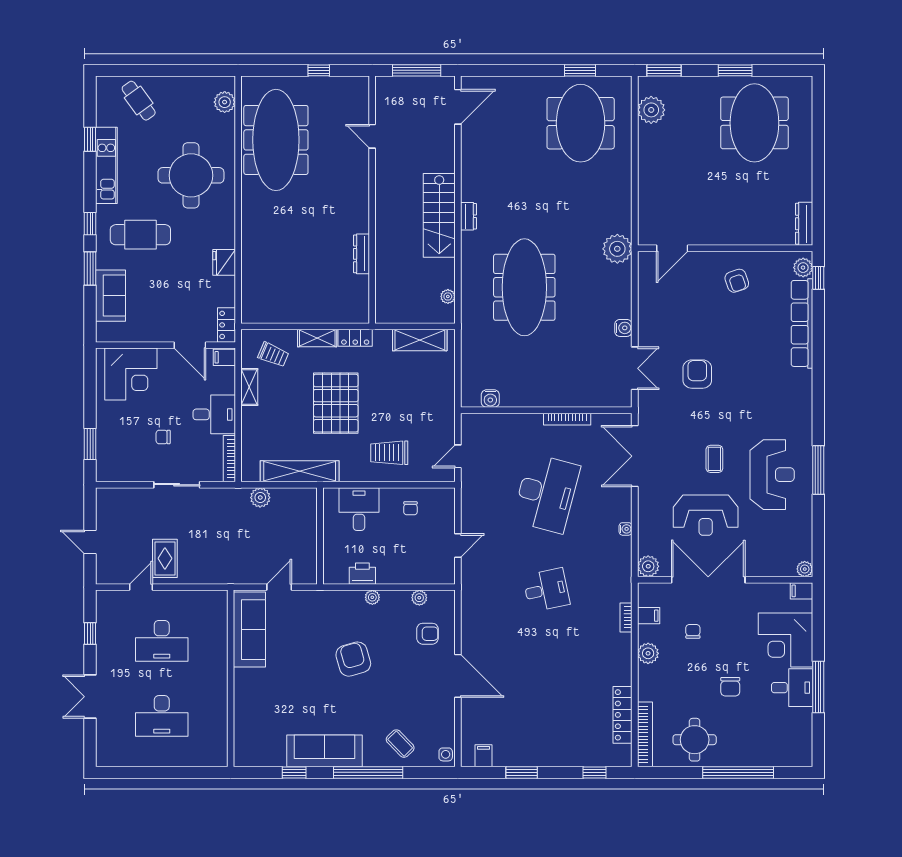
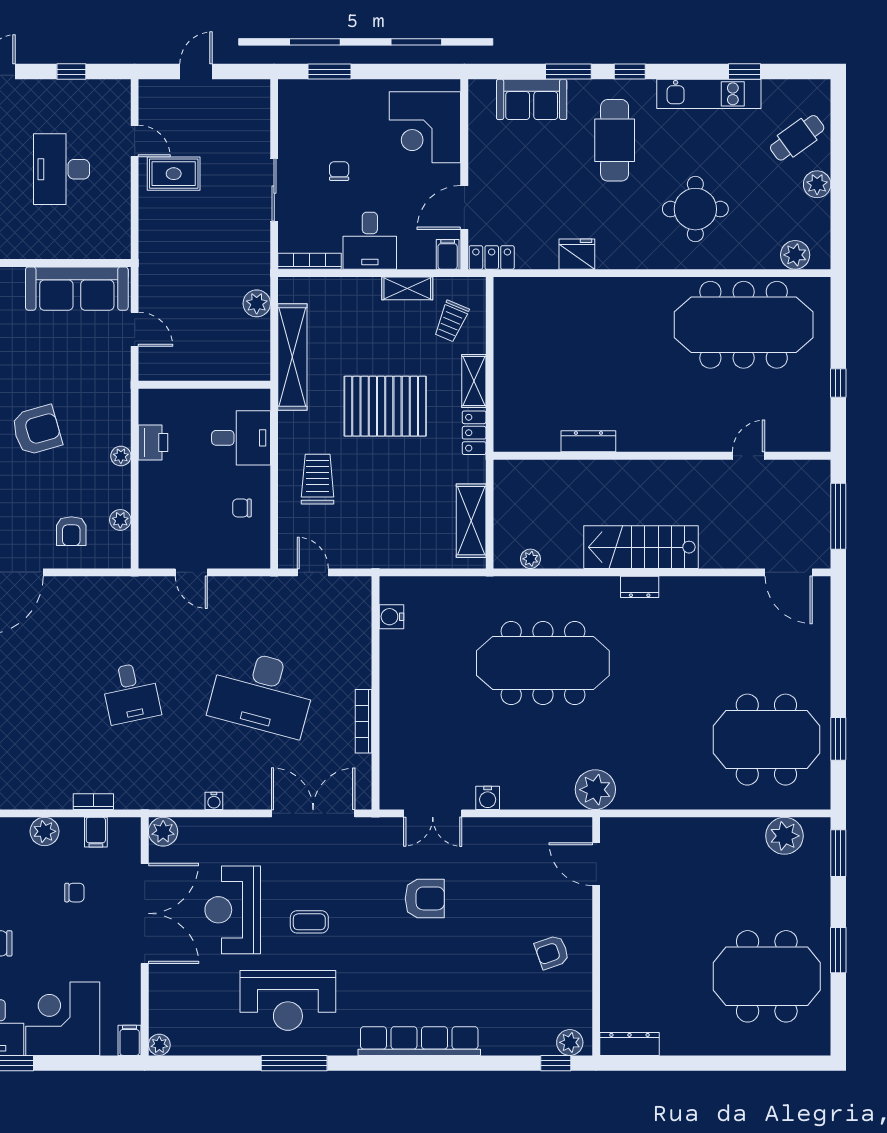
plant: (173, 86) -> (817, 184), added
round table: (191, 175) -> (695, 209), width x0.73, depth x0.73
row of seats: (802, 323) -> (419, 1041), moved

